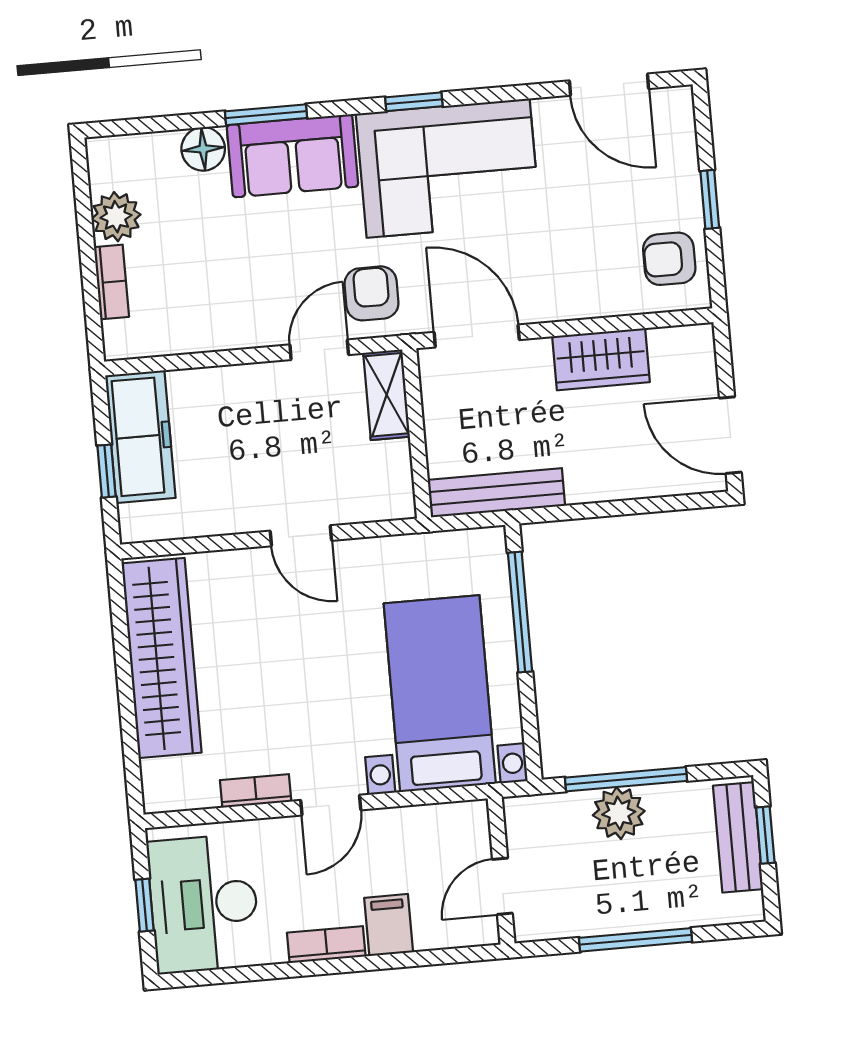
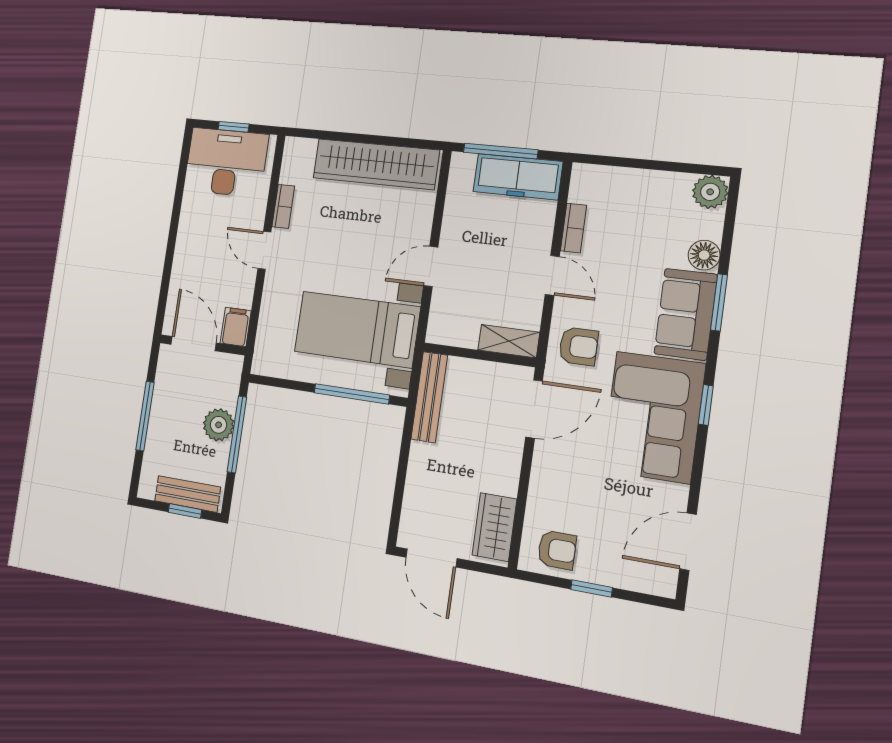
plant: (116, 217) -> (710, 192), moved
armchair: (669, 259) -> (557, 550), turned 90
bookcase: (111, 282) -> (573, 228), moved, turned -90
door: (319, 350) -> (552, 275), moved
wardrobe: (601, 359) -> (494, 527), moved
door: (730, 435) -> (431, 558), swing flipped
window: (107, 471) -> (500, 151), width x2.17
bed with nightstands: (440, 694) -> (357, 329), moved, turned 180
door: (502, 886) -> (194, 344), width x1.38
filing cabinet: (389, 925) -> (236, 327), moved, turned -90
bookcase: (326, 945) -> (186, 231), removed

